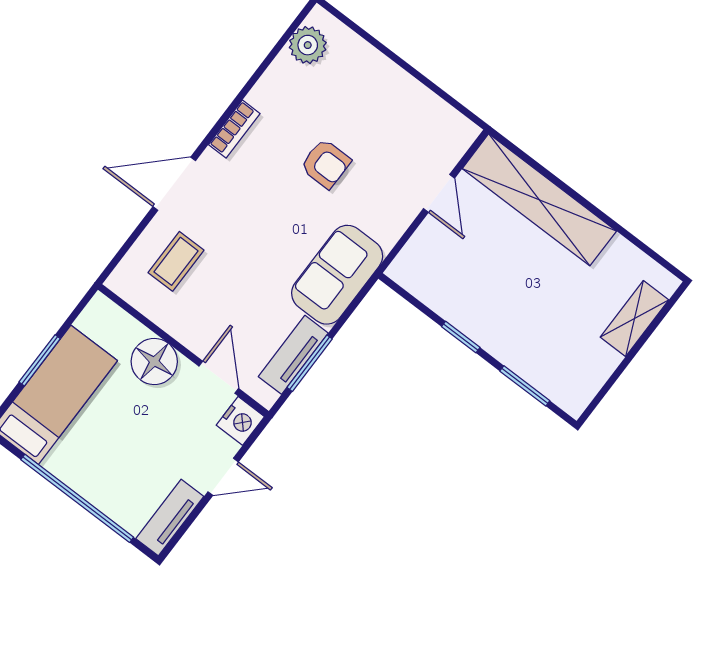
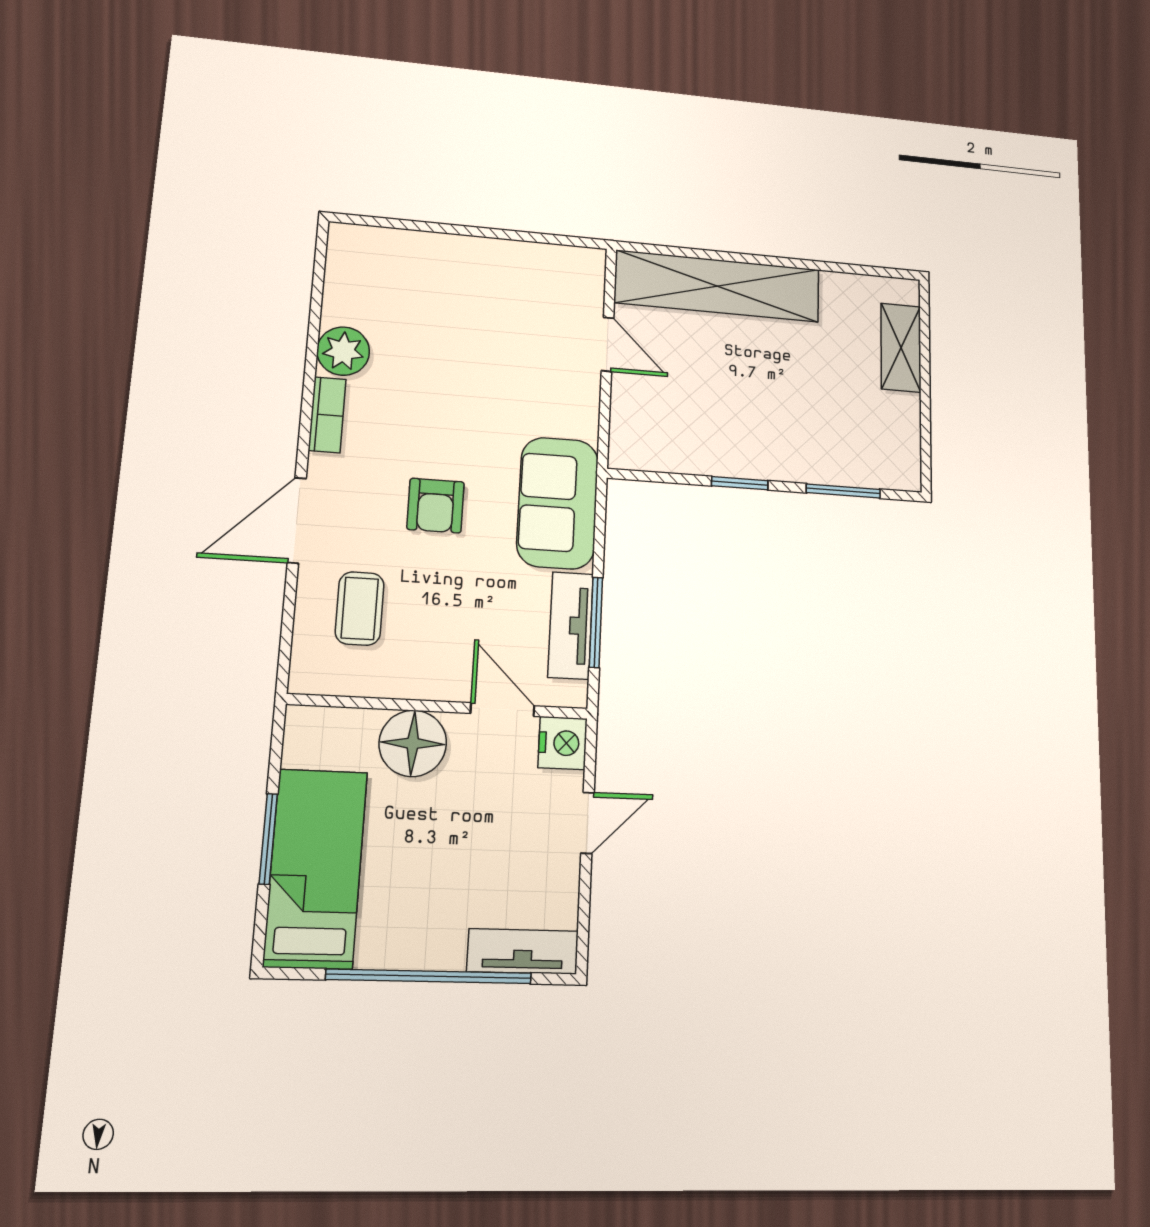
plant: (308, 45) -> (343, 351), moved
armchair: (326, 164) -> (436, 506), moved, turned 90
tv unit: (170, 518) -> (523, 951), moved, turned 90

